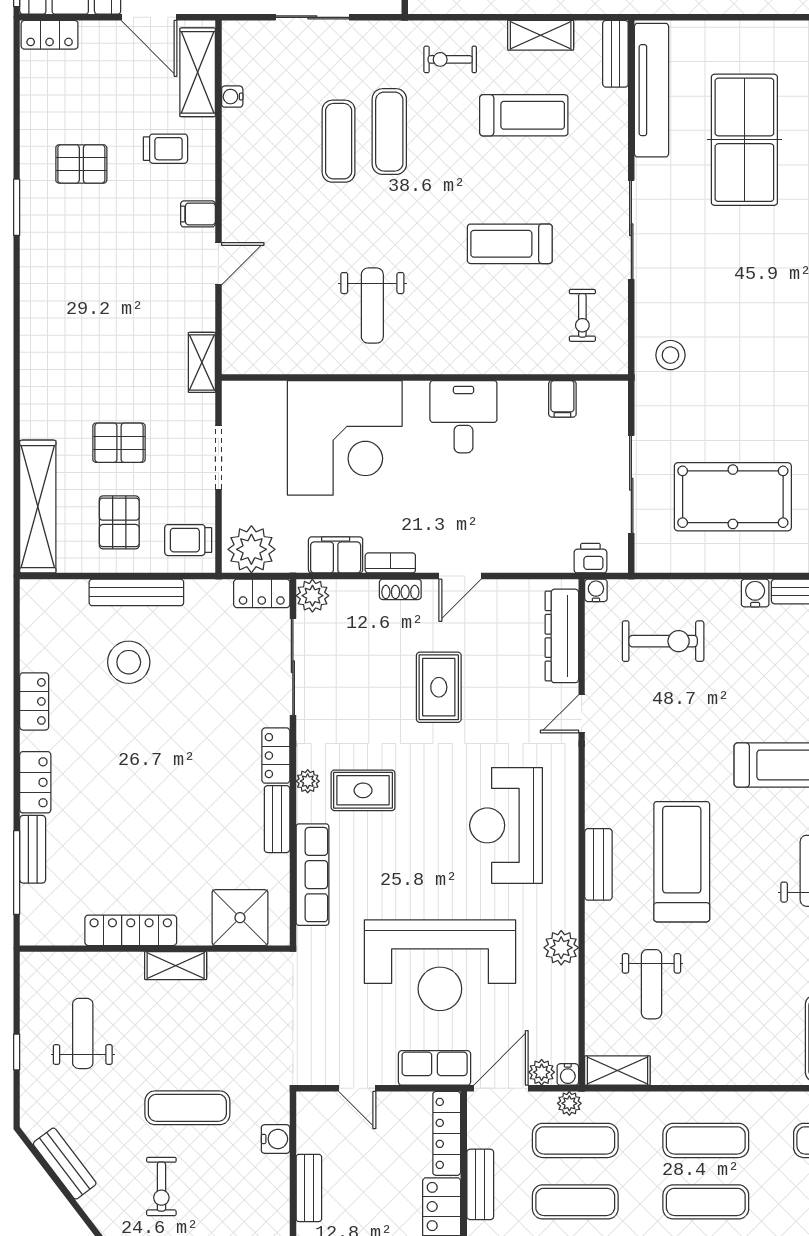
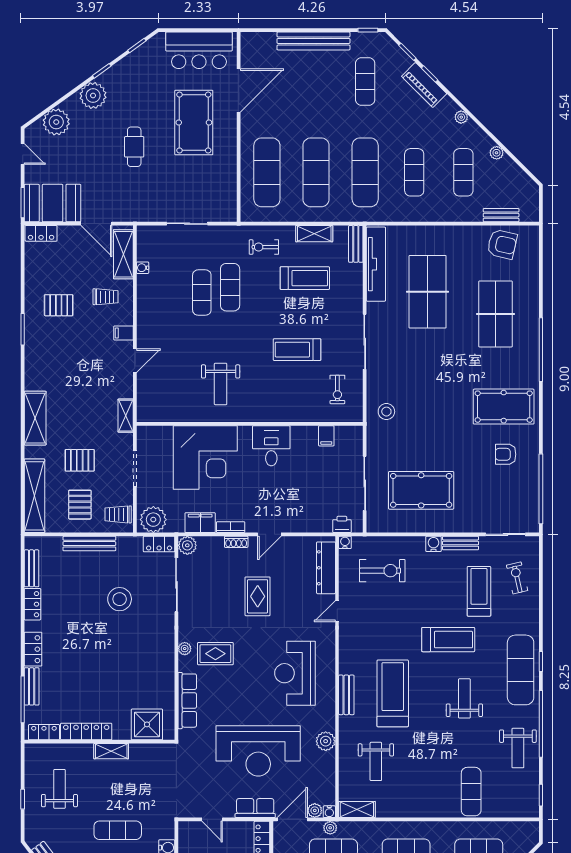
shelving: (39, 367) -> (35, 418), added
stool: (129, 662) -> (120, 599), moved
locker: (276, 756) -> (44, 732), moved, turned 90
bench: (277, 819) -> (32, 568), moved

